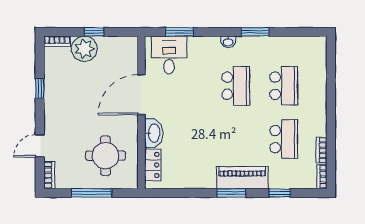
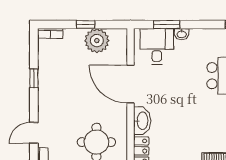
washbasin: (228, 42) -> (182, 34), moved
plant: (84, 49) -> (97, 41), moved
door: (141, 95) -> (130, 84), hinge flipped

